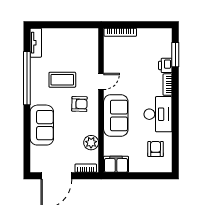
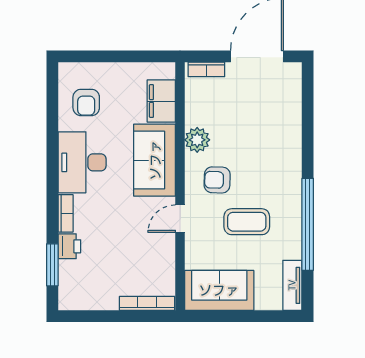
sofa: (42, 125) -> (219, 290), moved, turned 90
plant: (91, 143) -> (197, 140), moved
filing cabinet: (116, 164) -> (161, 101), moved, turned 90

